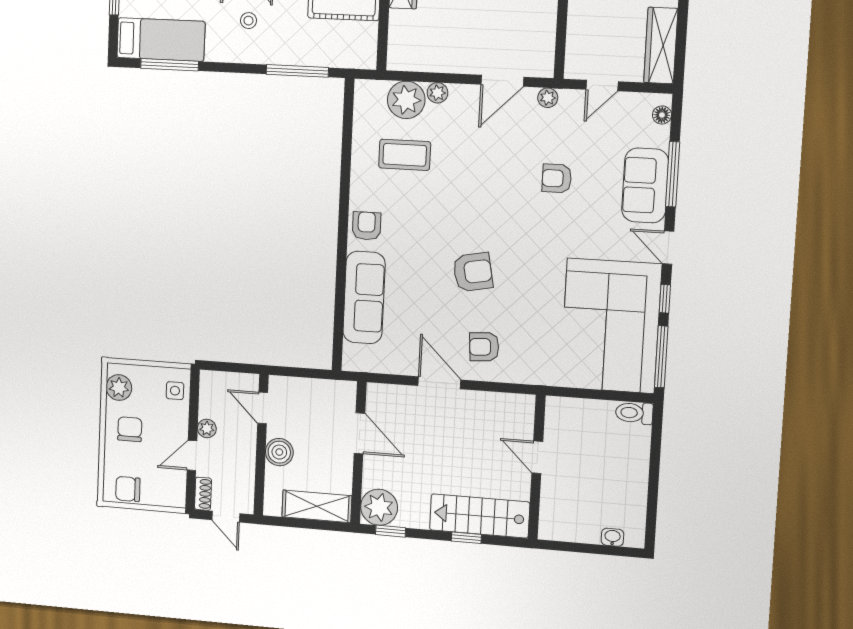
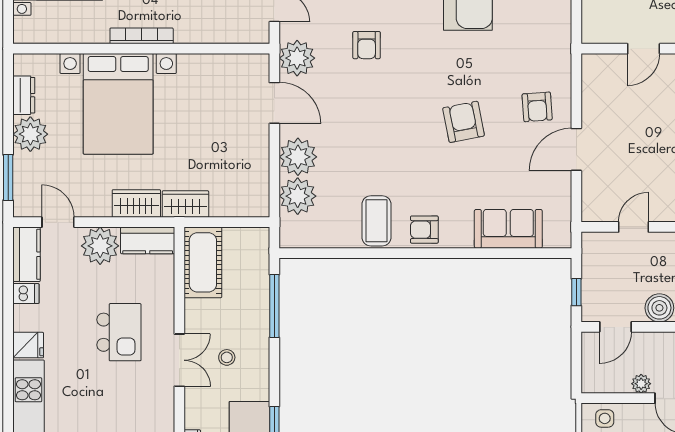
plant: (437, 93) -> (298, 157), width x1.87, depth x1.87
plant: (548, 98) -> (297, 58), width x1.87, depth x1.87
coffee table: (405, 155) -> (377, 221), moved
sofa: (364, 297) -> (508, 229), width x0.73
window: (298, 372) -> (576, 292), added
door: (359, 433) -> (633, 227), width x0.73

